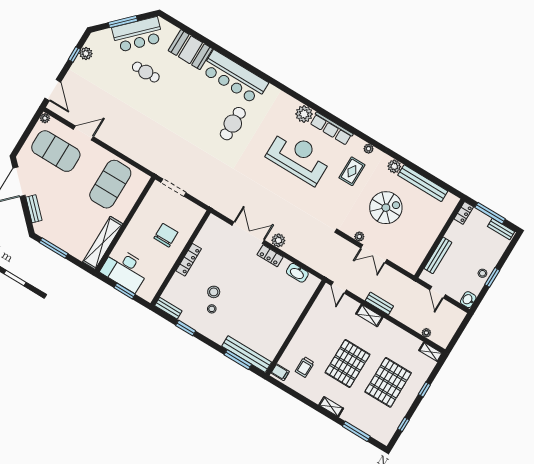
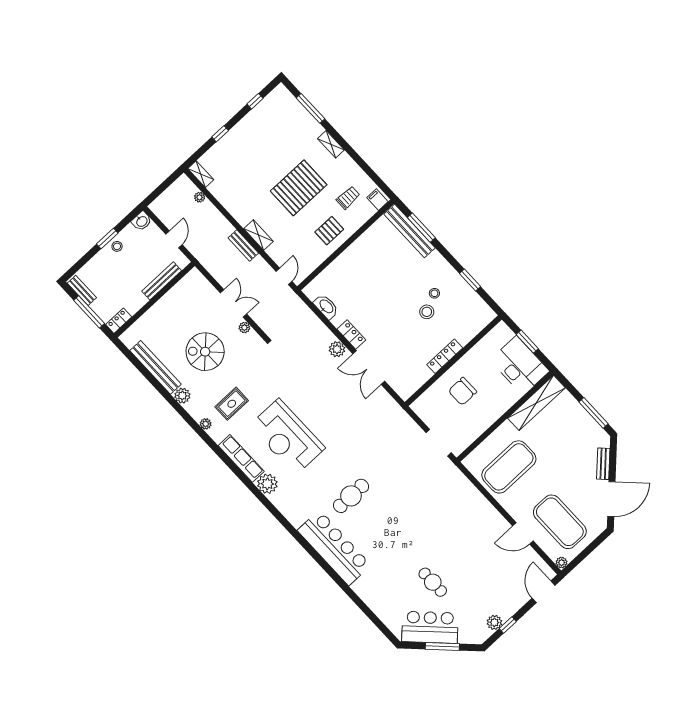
booth: (190, 50) -> (375, 593), removed
bench: (168, 308) -> (483, 308), removed
pallet: (388, 382) -> (329, 231), moved, width x0.49, depth x0.50

